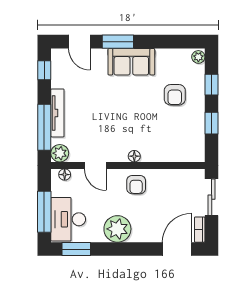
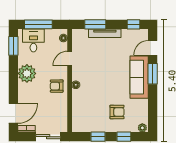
sofa: (131, 62) -> (139, 77), width x1.36
armchair: (175, 95) -> (117, 112), turned 180
window: (44, 127) -> (95, 24), width x0.69
plant: (60, 153) -> (78, 35), removed
desk: (68, 219) -> (33, 40), width x0.73
door: (177, 249) -> (13, 113), hinge flipped

